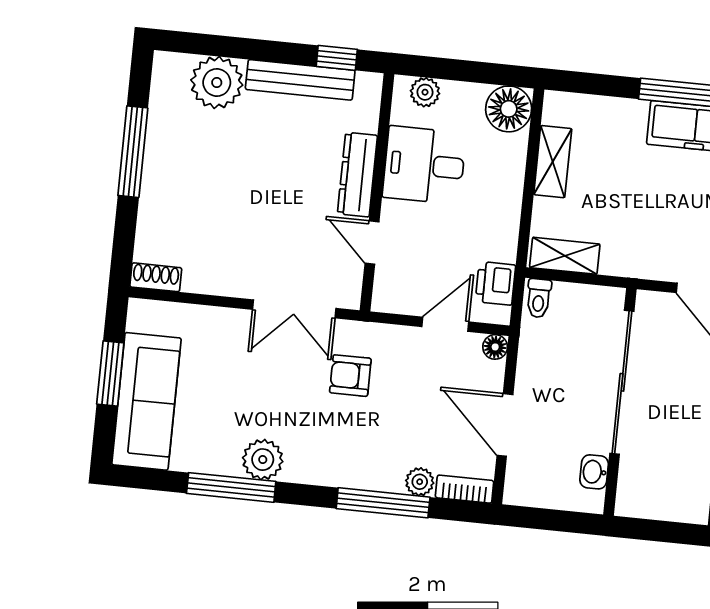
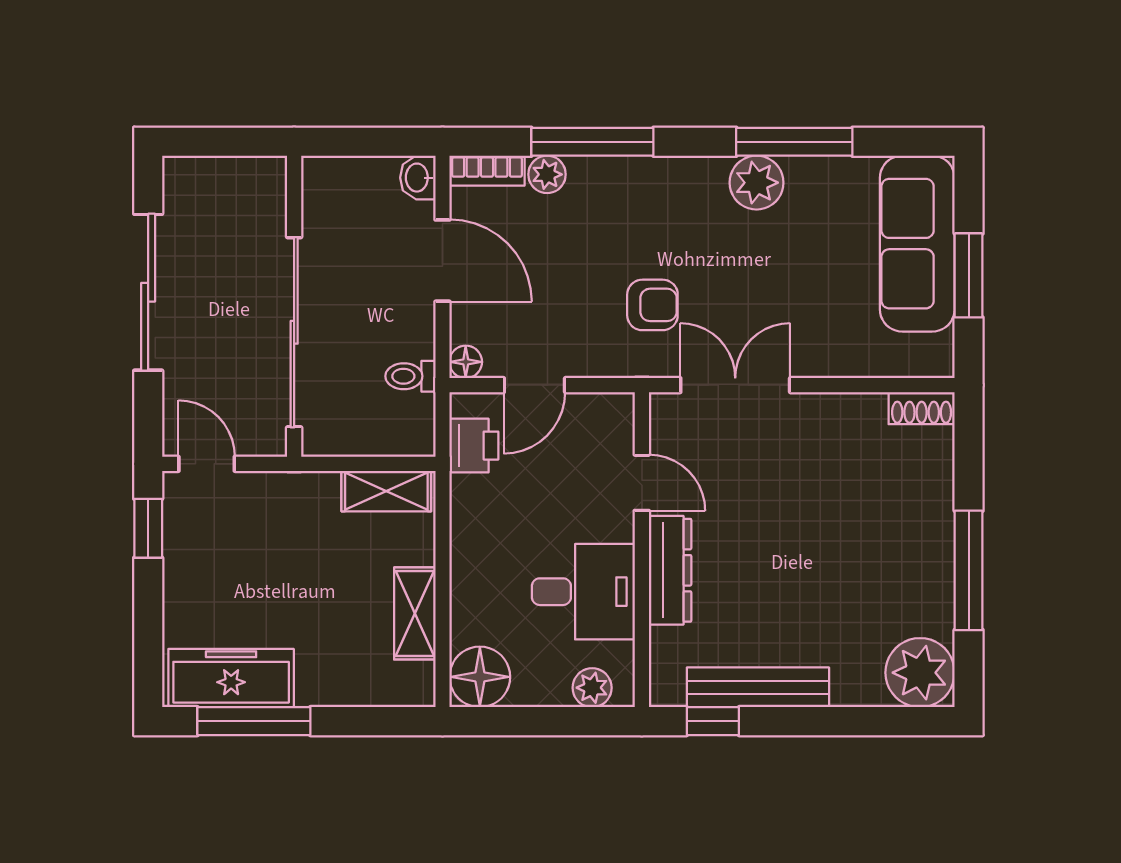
plant: (217, 83) -> (920, 673), moved
toilet: (539, 298) -> (410, 376), moved, turned -90
washbasin: (594, 472) -> (418, 178), moved, turned 180

